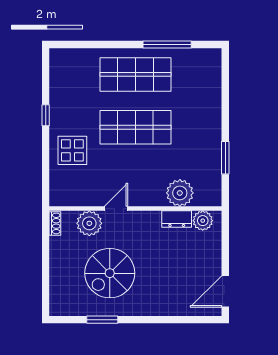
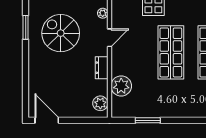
door: (116, 209) -> (109, 38), hinge flipped
dresser: (177, 219) -> (102, 68), moved
plant: (89, 223) -> (103, 13), width x0.53, depth x0.53

